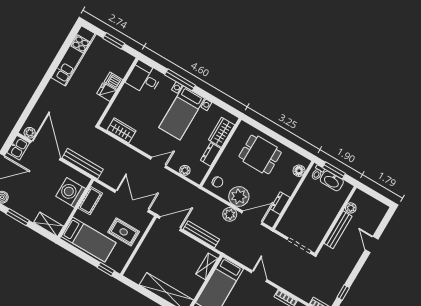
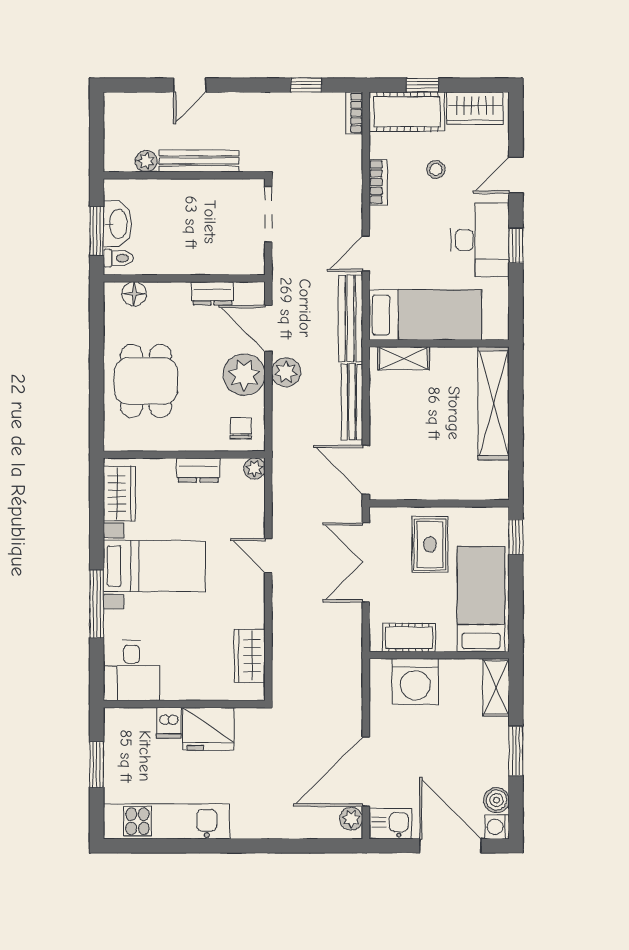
fridge: (107, 92) -> (208, 729), width x1.88, depth x1.34
wardrobe: (222, 132) -> (119, 493), moved, turned -90
bench: (83, 164) -> (351, 318), moved
plant: (185, 170) -> (254, 468), moved

